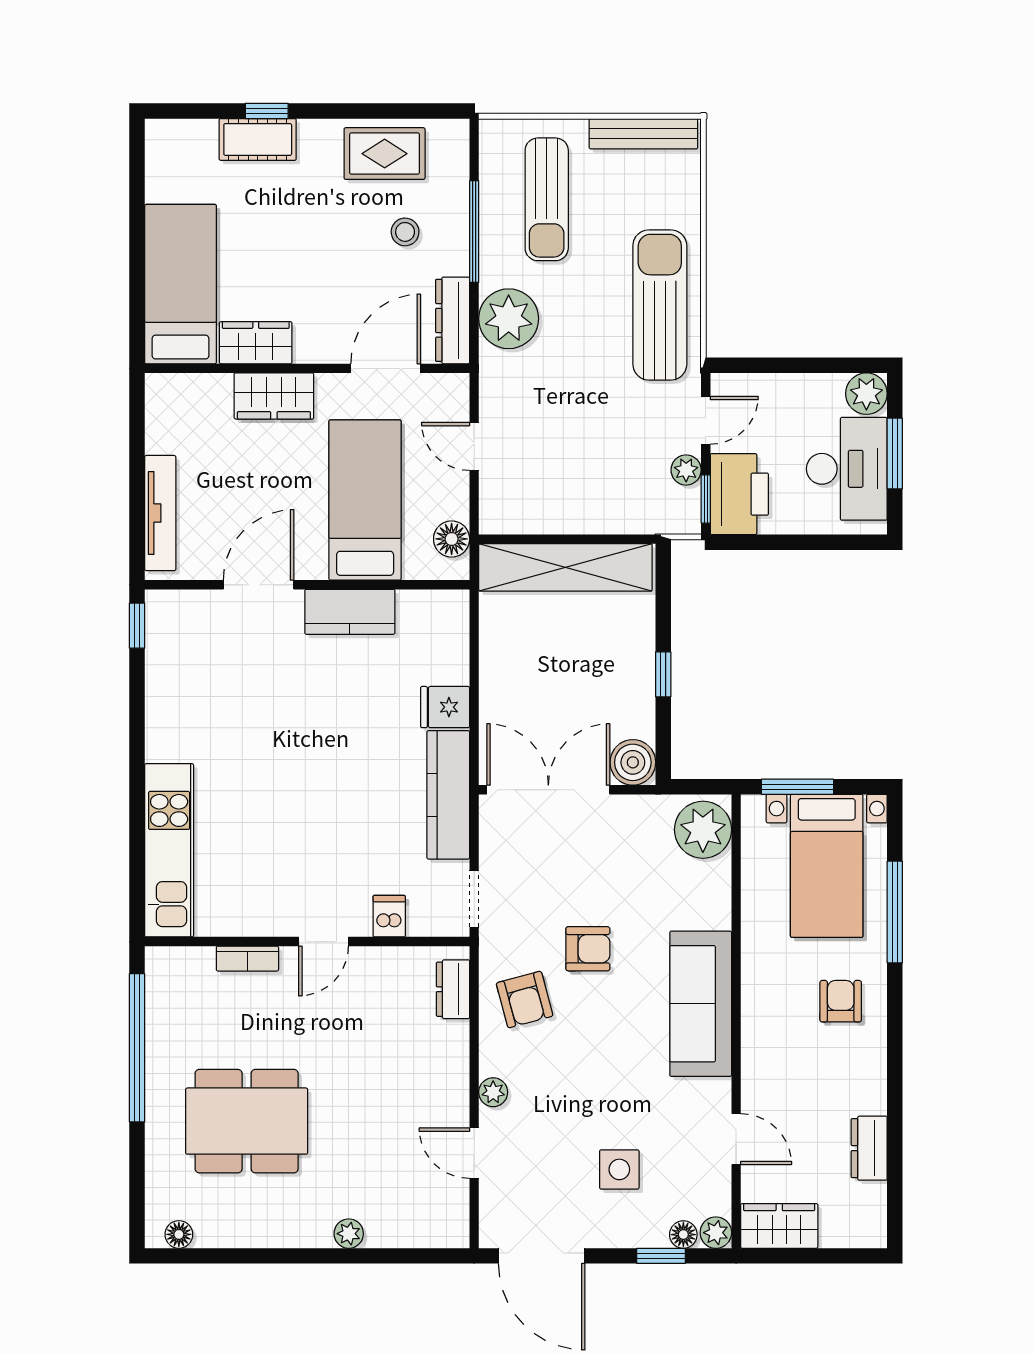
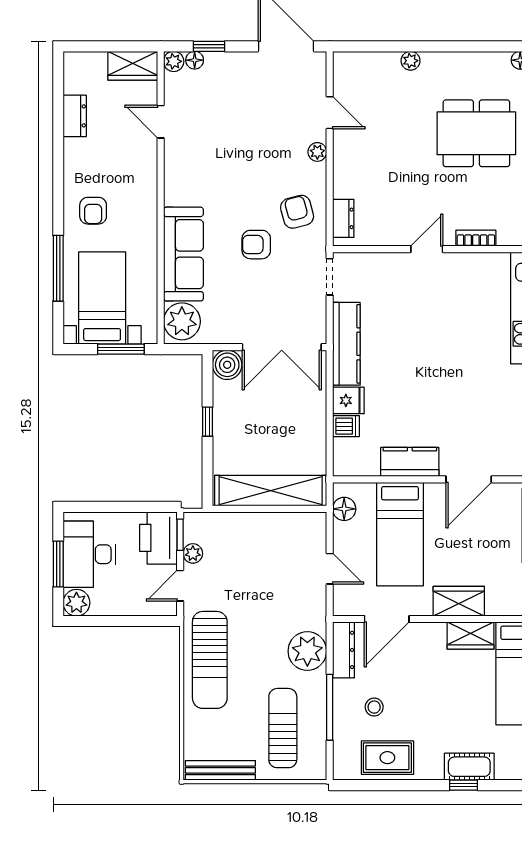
dishwasher: (389, 916) -> (346, 426), moved, turned -90
sofa: (701, 1004) -> (183, 254), moved
side table: (619, 1169) -> (236, 102), removed

